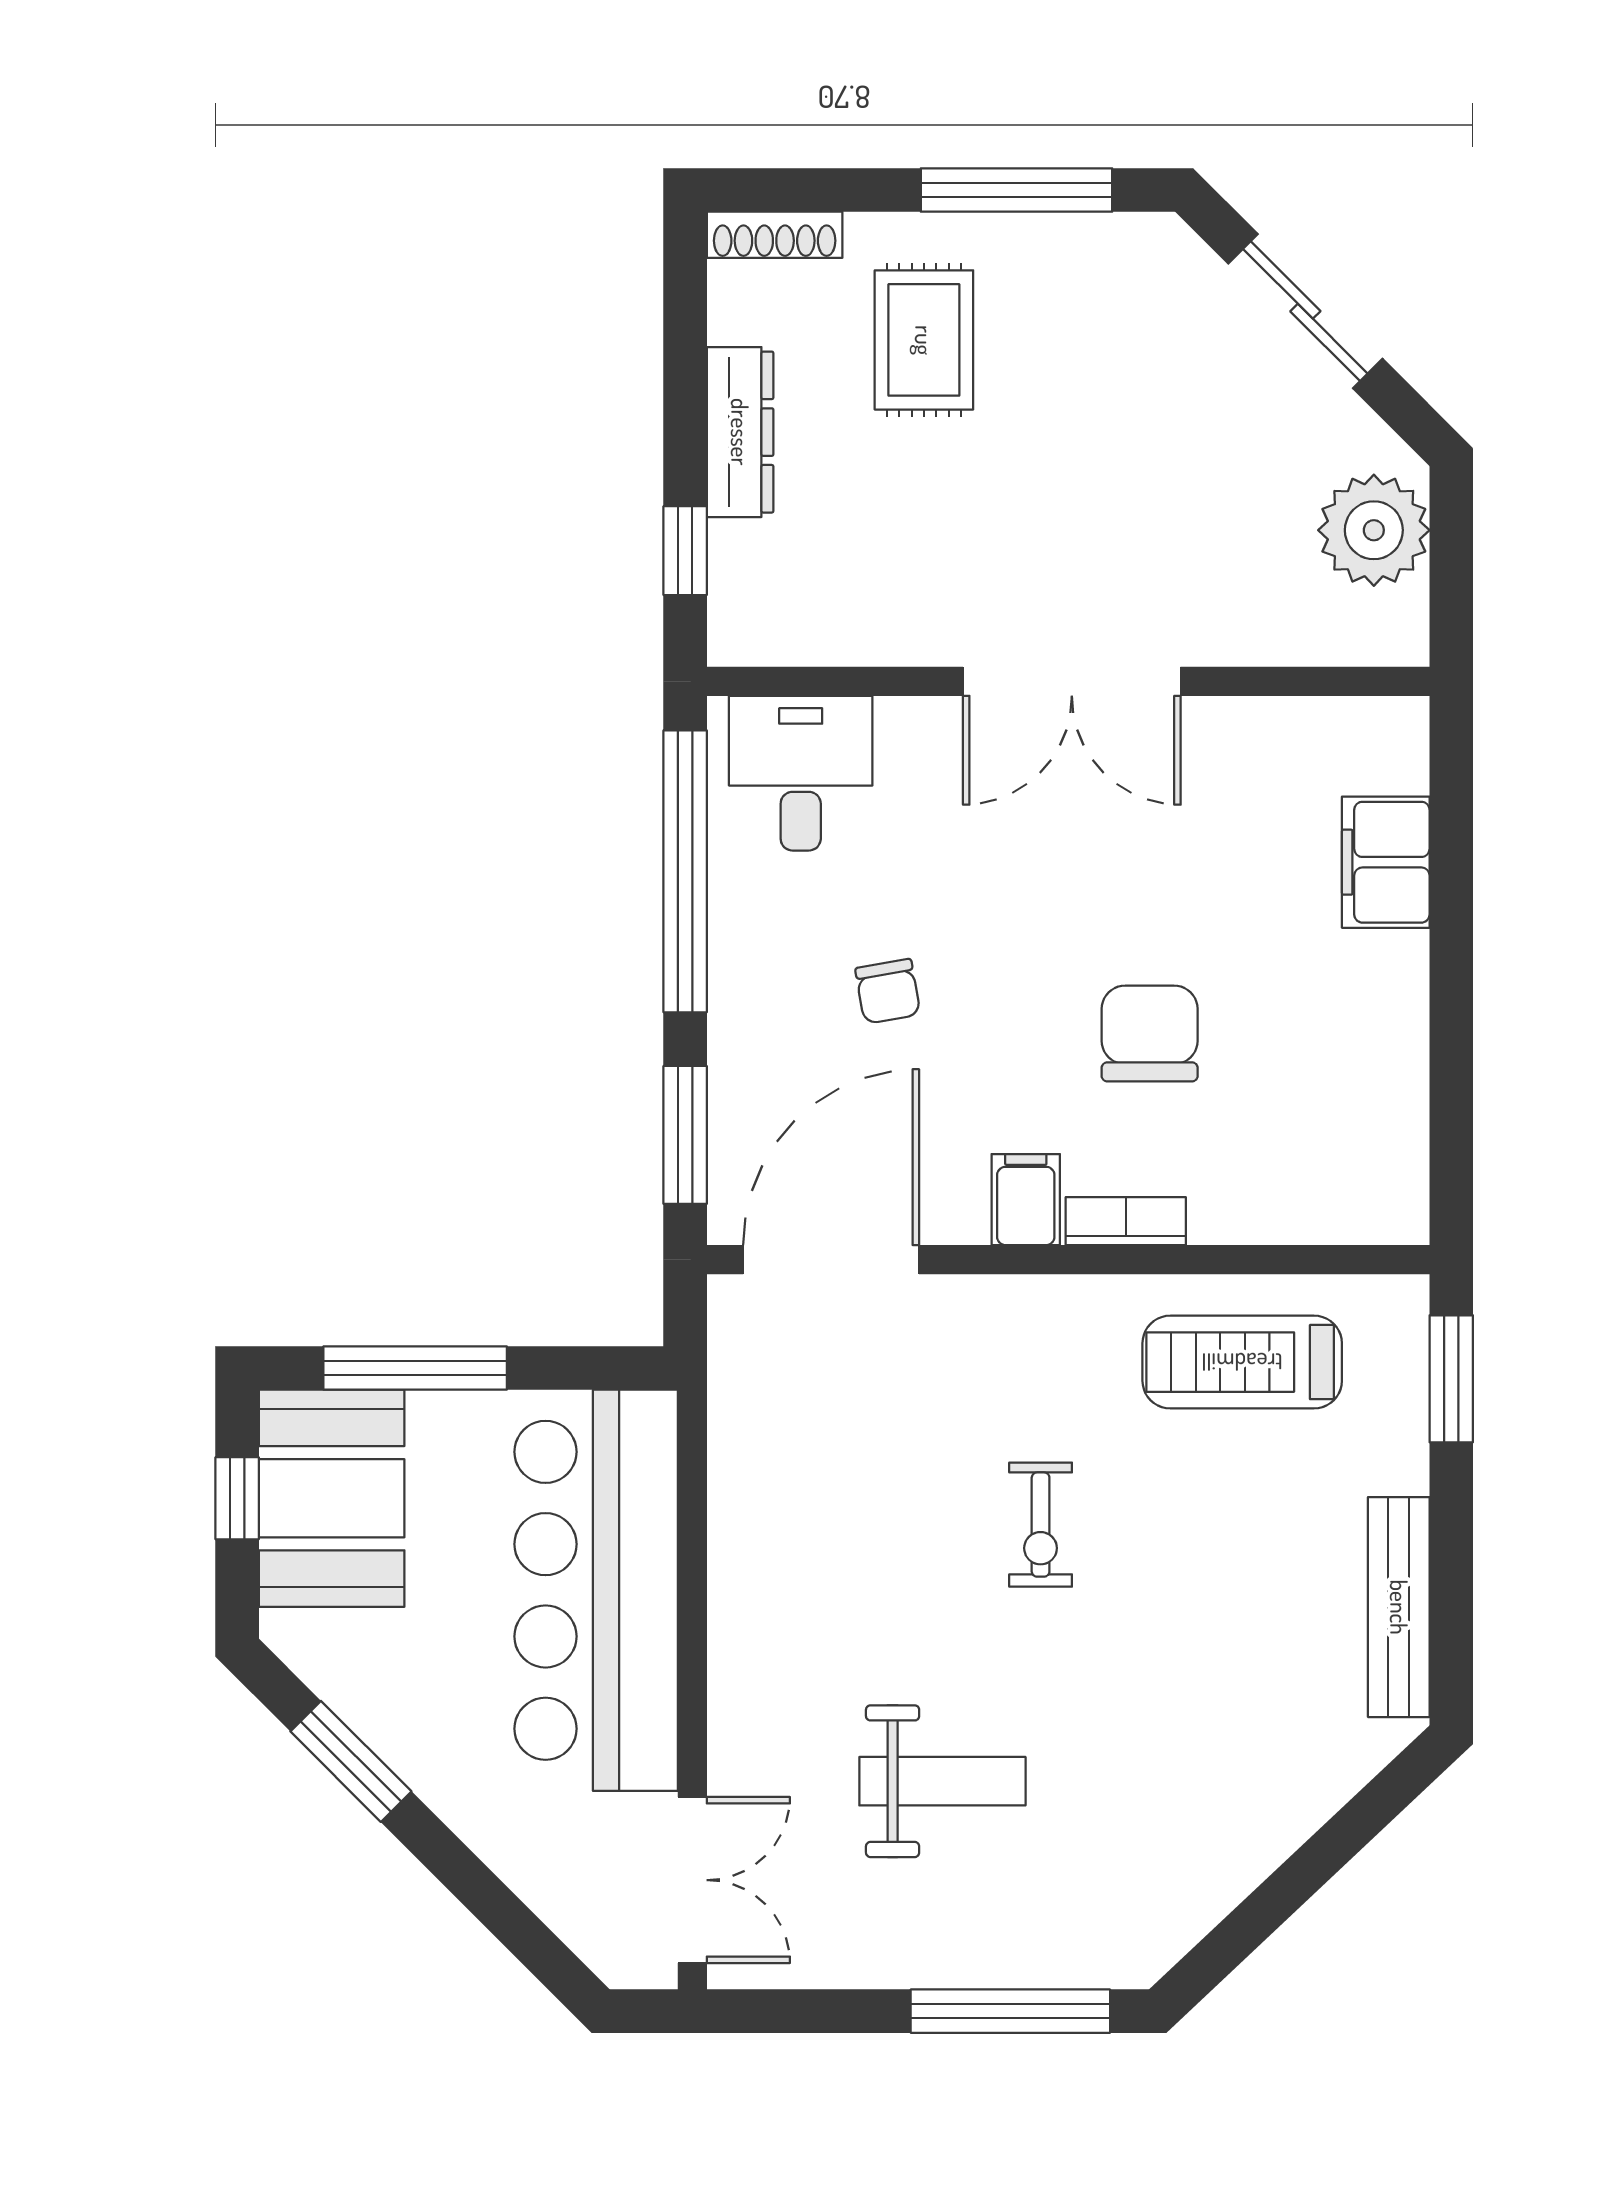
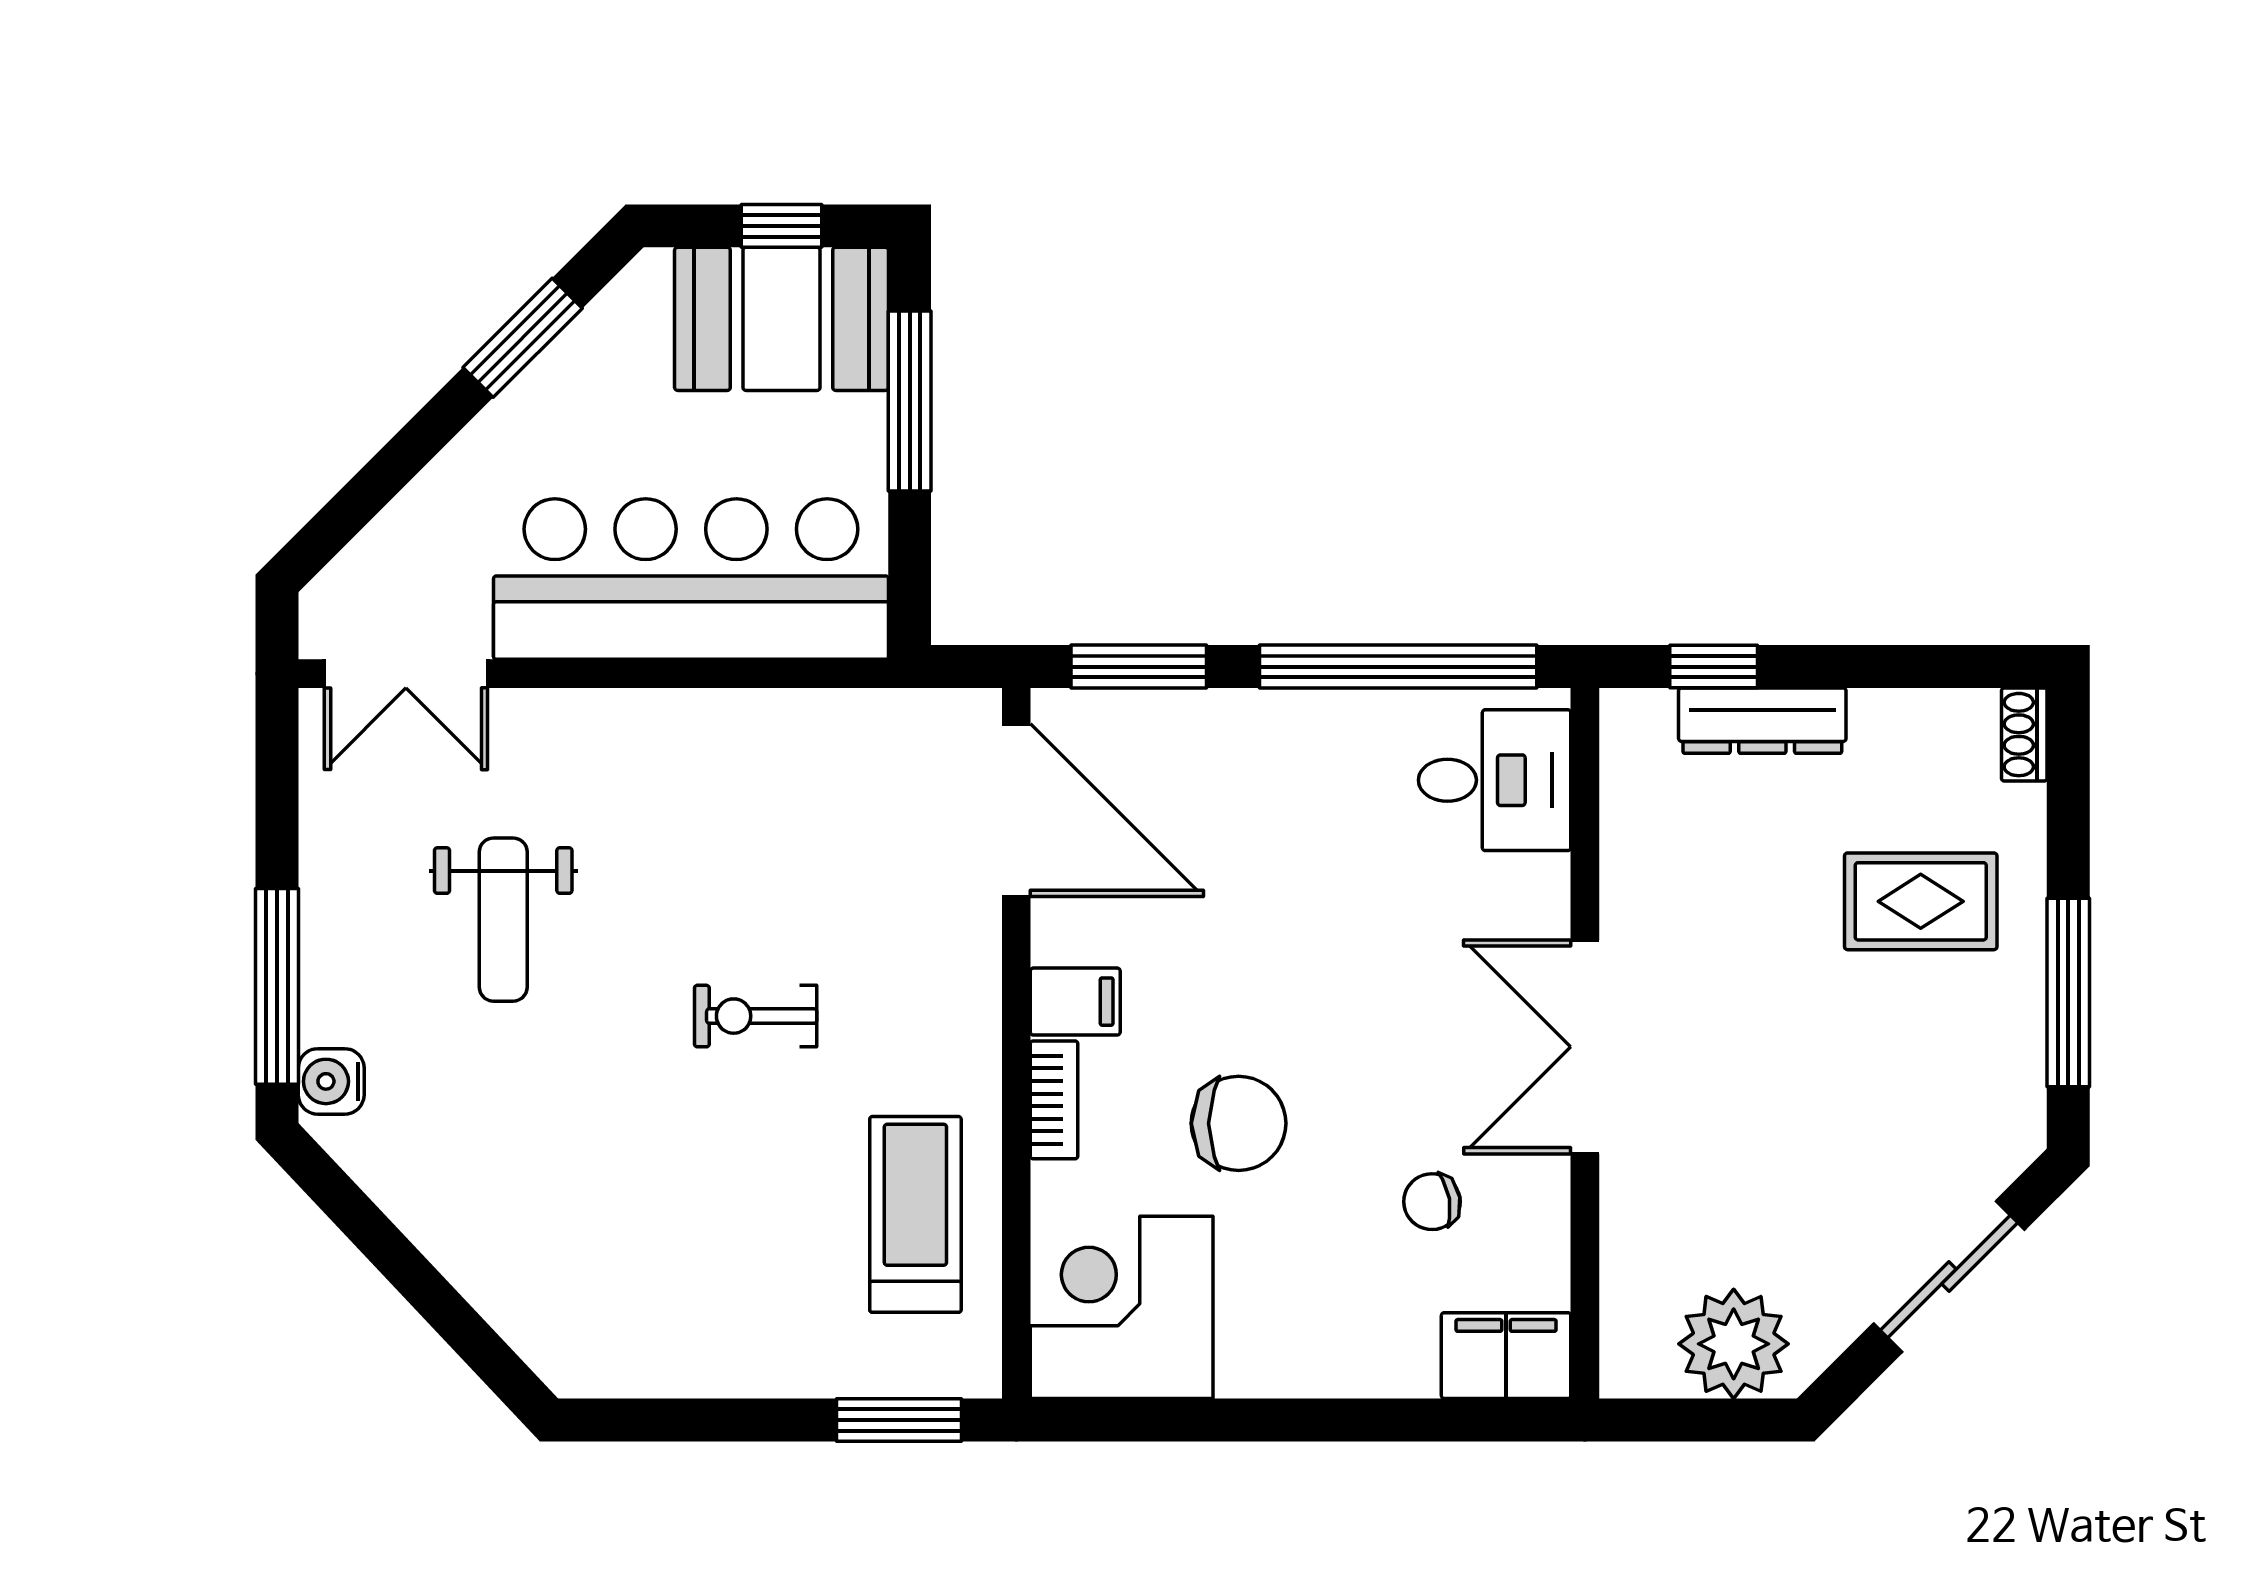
shoe rack: (775, 235) -> (2024, 735), width x0.70
dresser: (740, 432) -> (1762, 721), moved
filing cabinet: (1386, 862) -> (1506, 1356), moved
chair: (888, 991) -> (1432, 1202), moved
corner desk: (1337, 1152) -> (1122, 1307), added
bench: (1399, 1607) -> (674, 1368), removed
water cooler: (1107, 1956) -> (331, 1081), added

